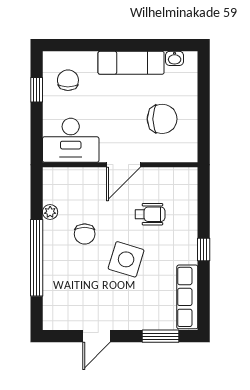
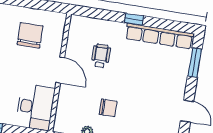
side table: (126, 259) -> (132, 79), removed
row of seats: (187, 297) -> (159, 36), width x1.36

